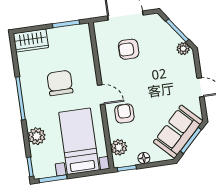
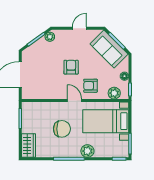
armchair: (129, 49) -> (71, 67), moved, turned 180
chair: (60, 83) -> (62, 129), turned 180
door: (101, 95) -> (75, 100), hinge flipped
plant: (37, 136) -> (87, 151), moved

